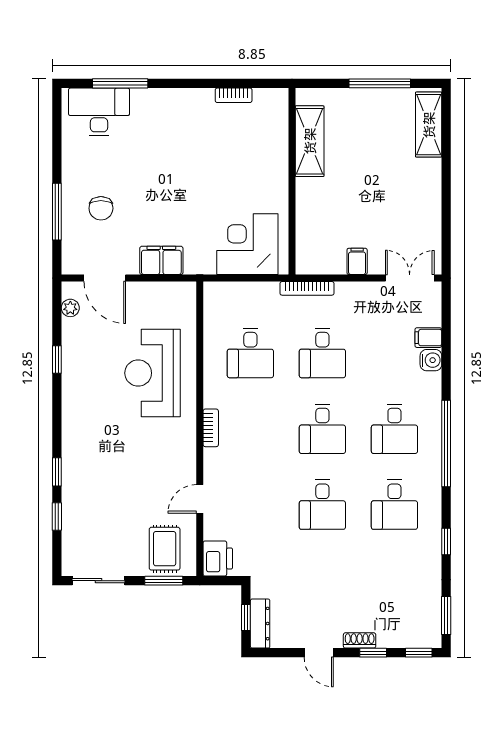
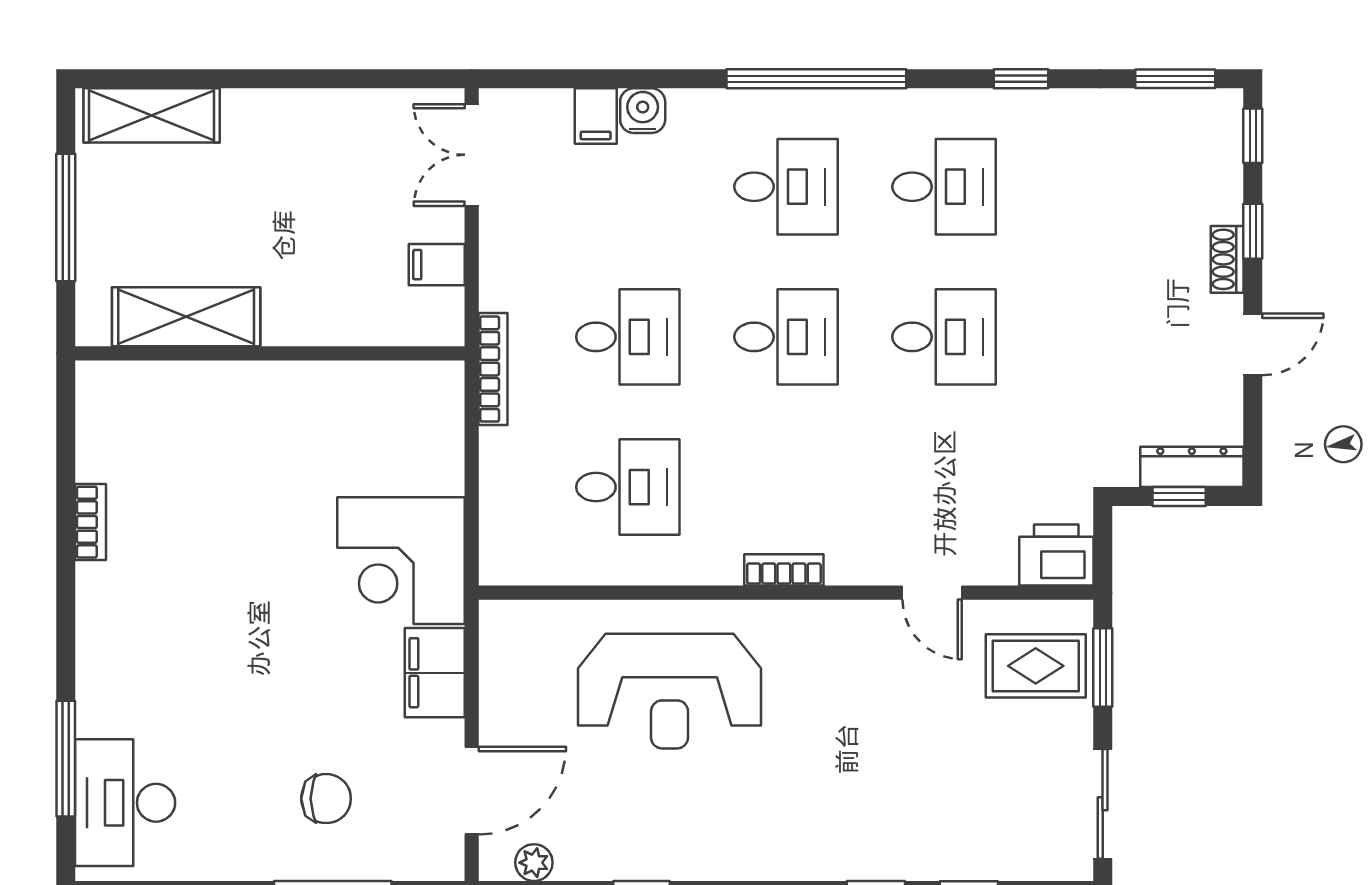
shelving: (310, 141) -> (186, 317), moved
wall: (292, 181) -> (270, 353), moved
corner desk: (247, 244) -> (401, 561), moved

